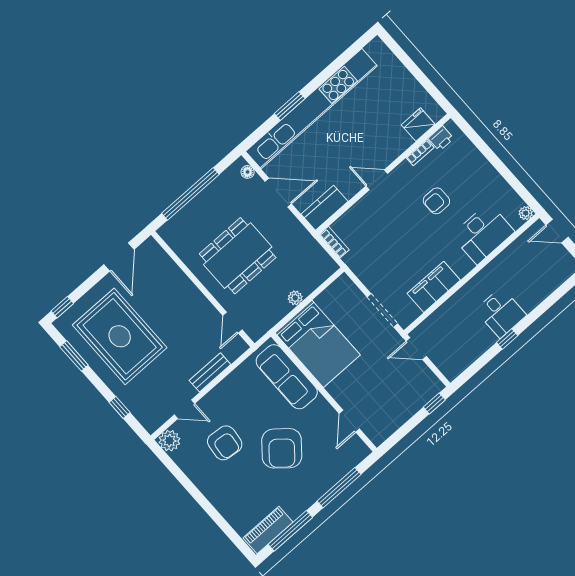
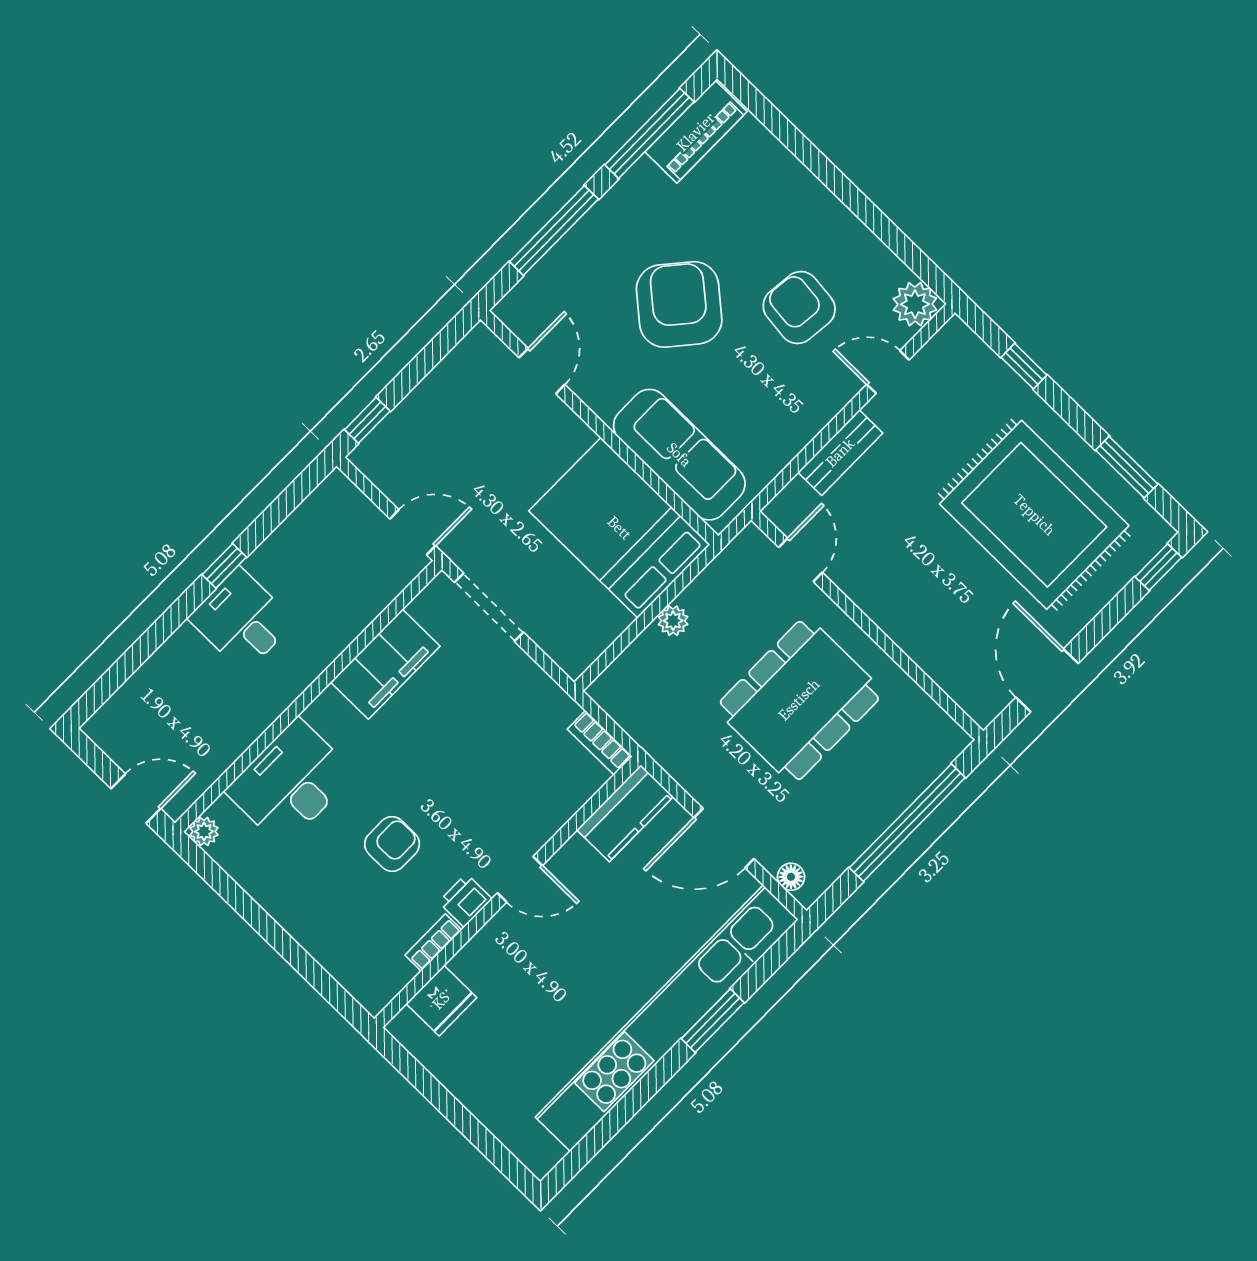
printer: (441, 138) -> (465, 900), moved

